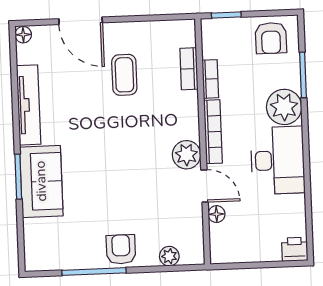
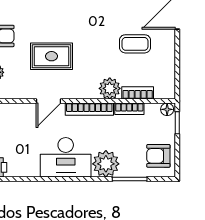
plant: (186, 155) -> (110, 88), moved
rug: (145, 184) -> (51, 56), added
floor lamp: (217, 214) -> (167, 109), moved

